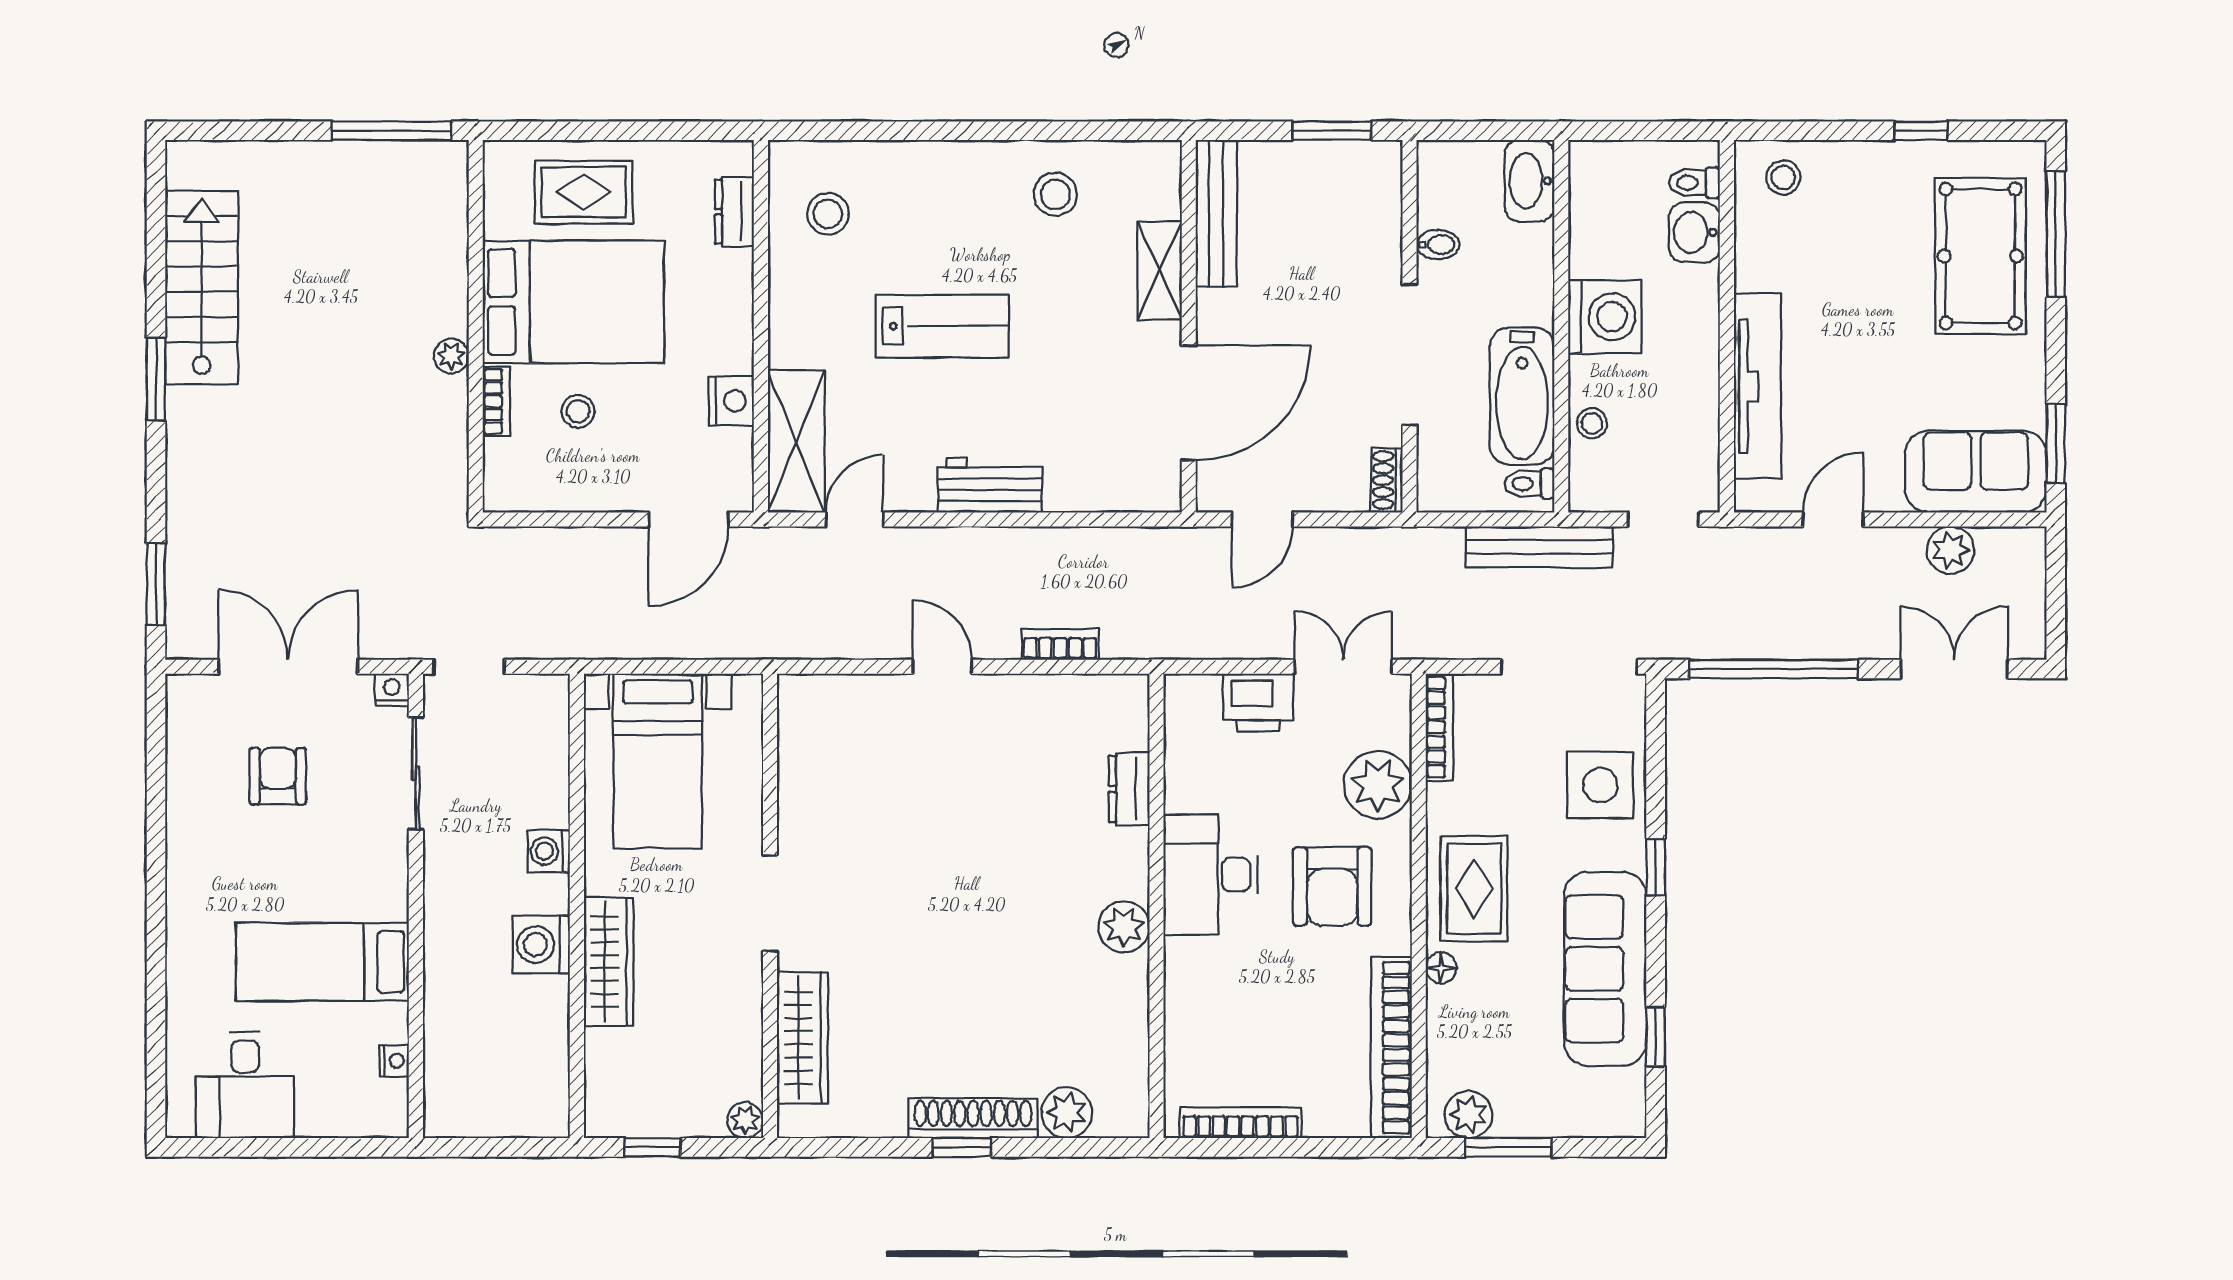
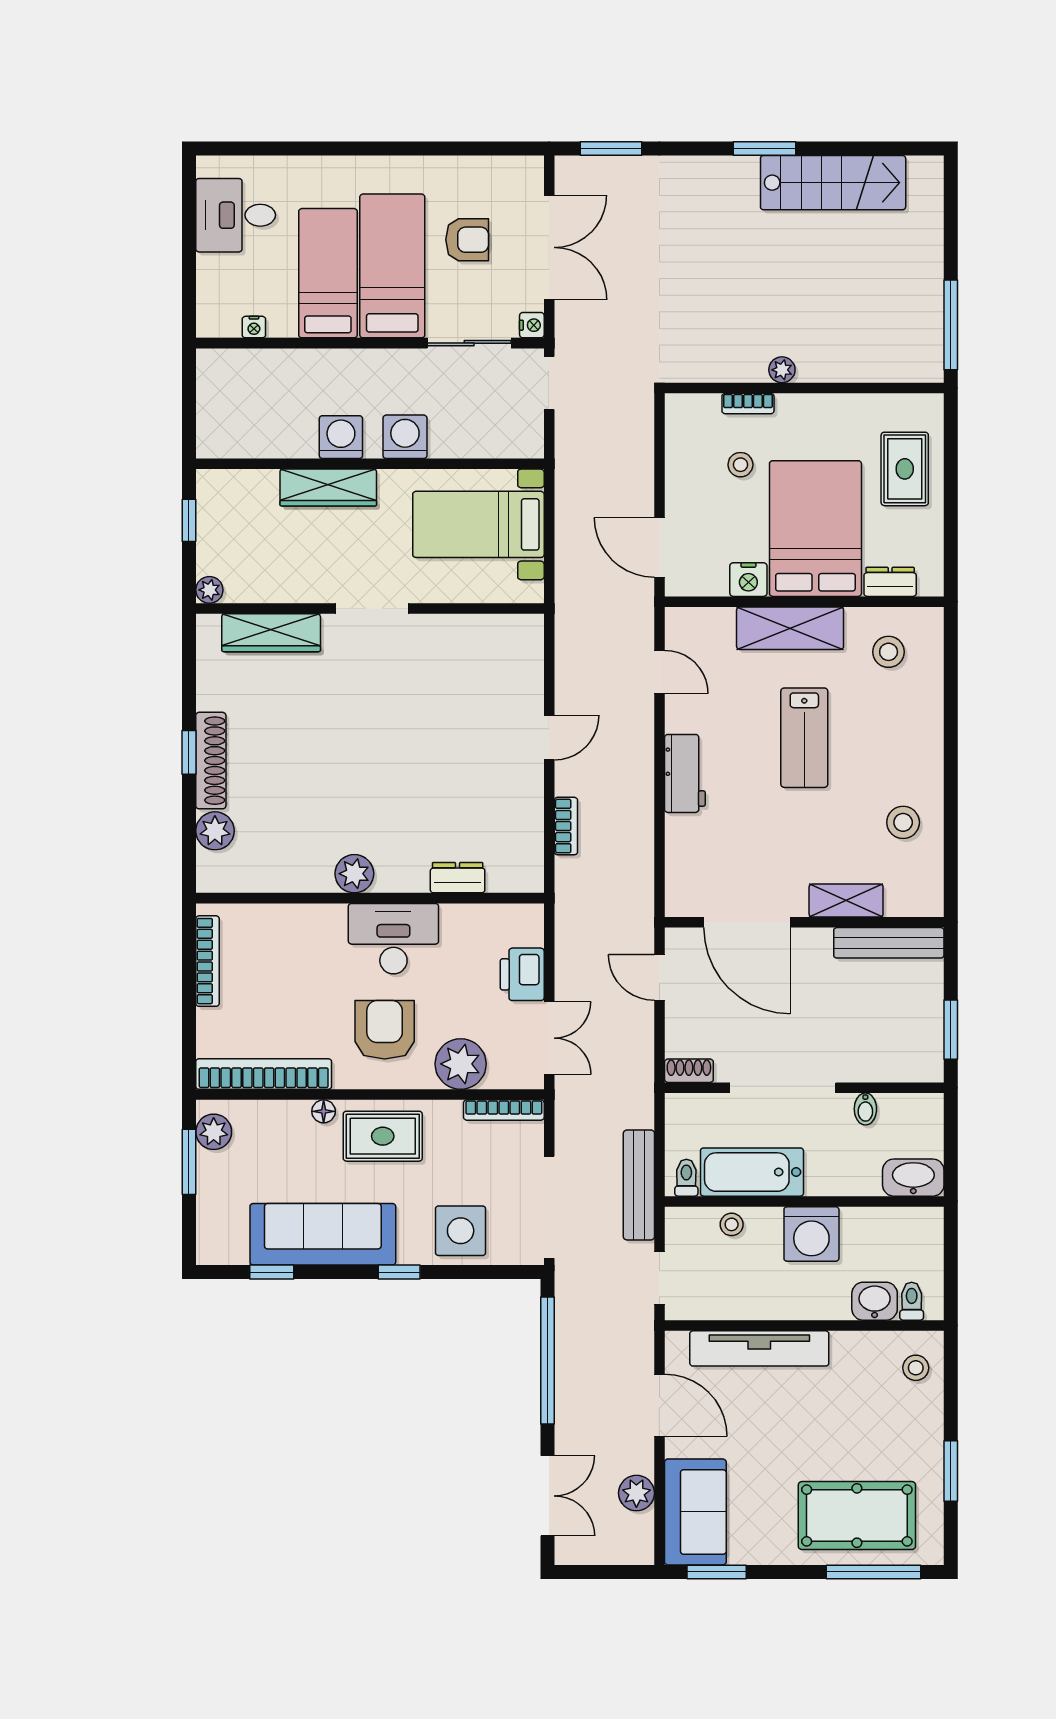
window: (1921, 131) -> (951, 1471), width x1.50
bed: (573, 302) -> (815, 529), moved, turned 180
shelving: (796, 441) -> (790, 628), moved
door: (1833, 519) -> (659, 1405), width x1.38
washing machine: (549, 851) -> (405, 437), width x1.38, depth x1.38
bed: (313, 876) -> (392, 266), added
armchair: (1332, 886) -> (385, 1030), turned 90

